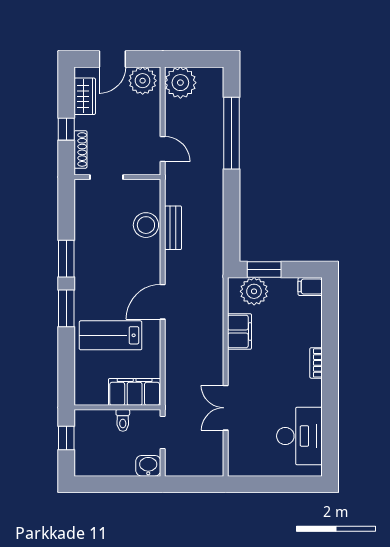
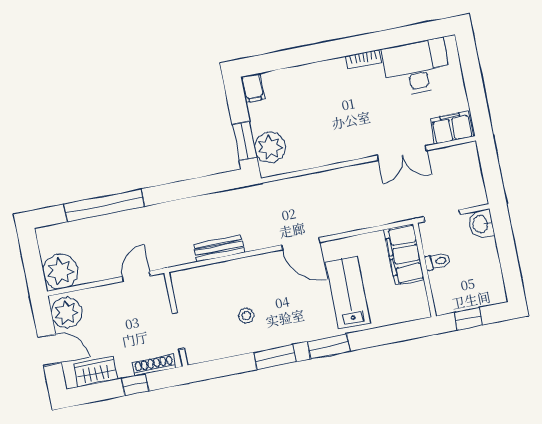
stool: (146, 225) -> (246, 316), moved, width x0.53, depth x0.53
filing cabinet: (240, 331) -> (452, 128), moved
lab bench: (111, 335) -> (348, 293), turned 180
bookcase: (316, 363) -> (363, 59), moved

